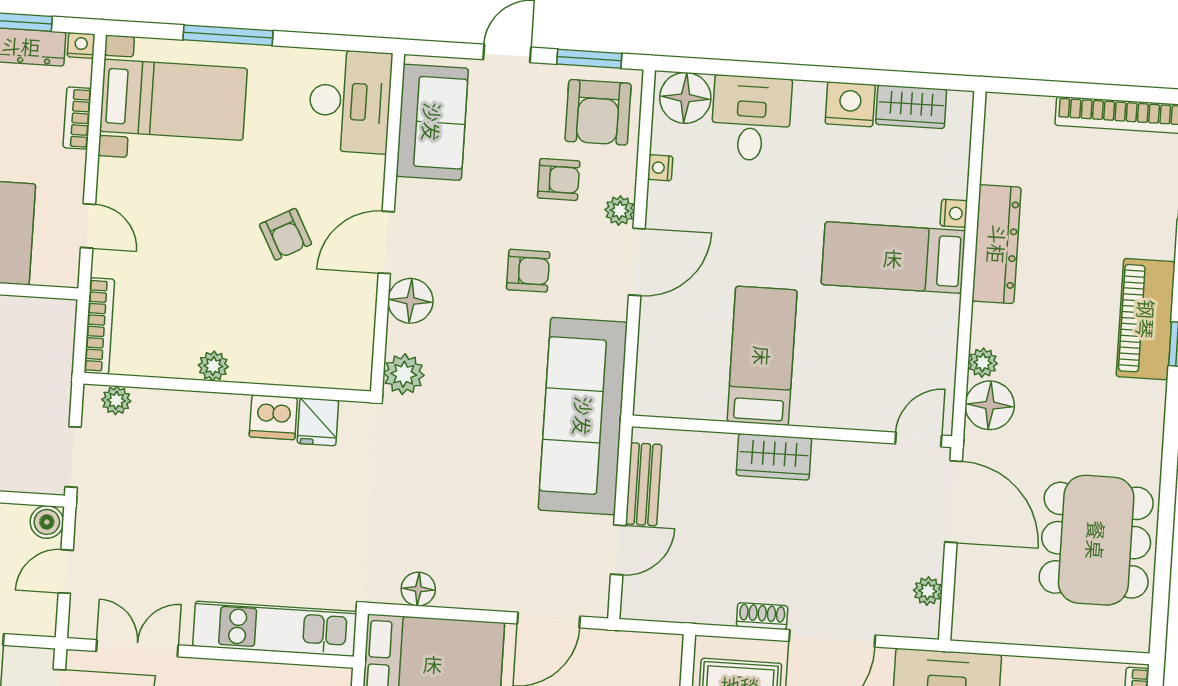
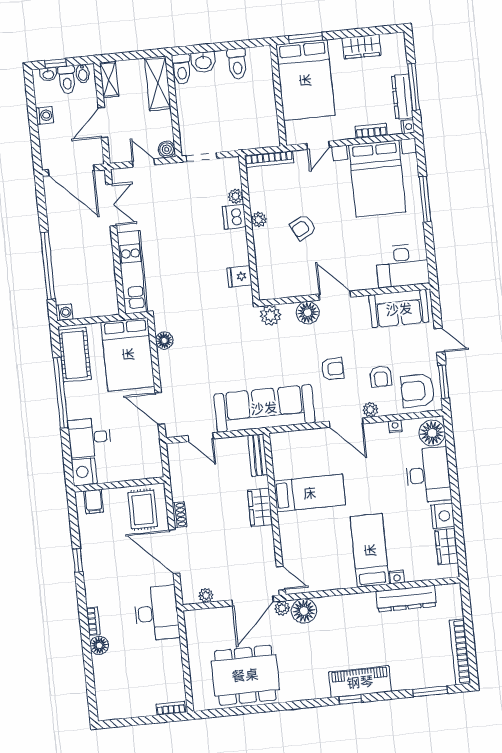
bed with nightstands: (173, 100) -> (377, 178), width x1.36
desk: (751, 118) -> (428, 475), width x1.37
armchair: (286, 234) -> (303, 227), moved
dresser: (997, 244) -> (406, 599), moved
armchair: (528, 271) -> (333, 369), turned -90
plant: (983, 363) -> (282, 608), moved
plant: (116, 400) -> (236, 196), moved
dishwasher: (273, 417) -> (234, 217), moved
bench: (644, 484) -> (258, 455), moved, turned 90

